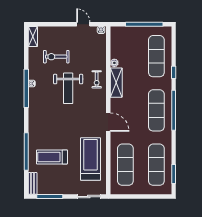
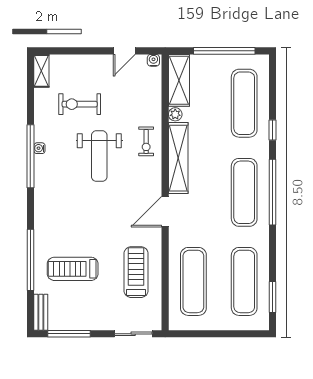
door: (83, 24) -> (124, 51), swing flipped
shelving: (117, 42) -> (179, 80), added
shelving: (116, 83) -> (178, 158), width x1.47
door: (108, 122) -> (165, 212), swing flipped
treadmill: (90, 159) -> (136, 272), width x0.73, depth x0.73

